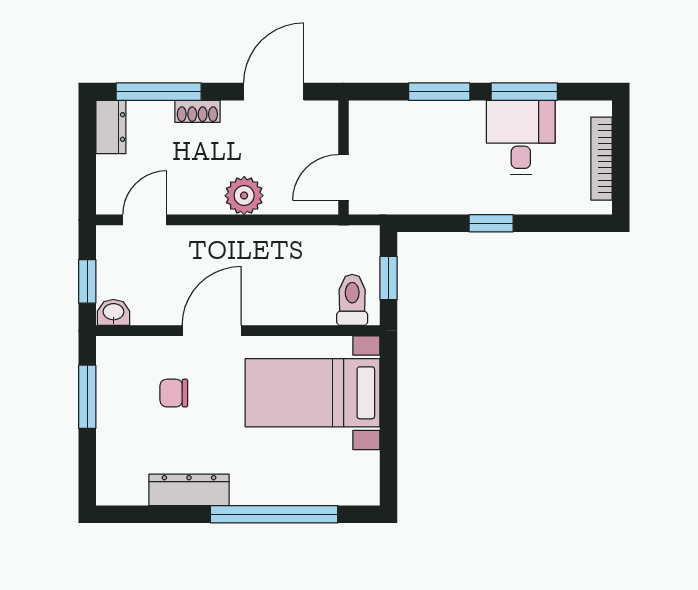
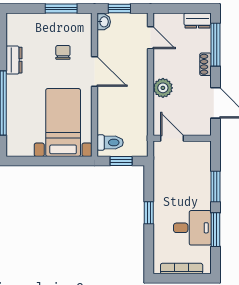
dresser: (189, 490) -> (14, 60), width x0.70

